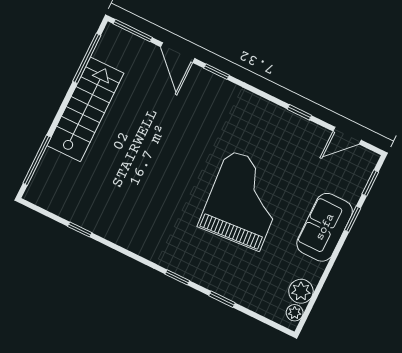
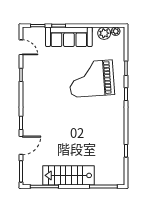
grand piano: (244, 200) -> (92, 79), moved
sofa: (325, 227) -> (69, 37), width x1.36

